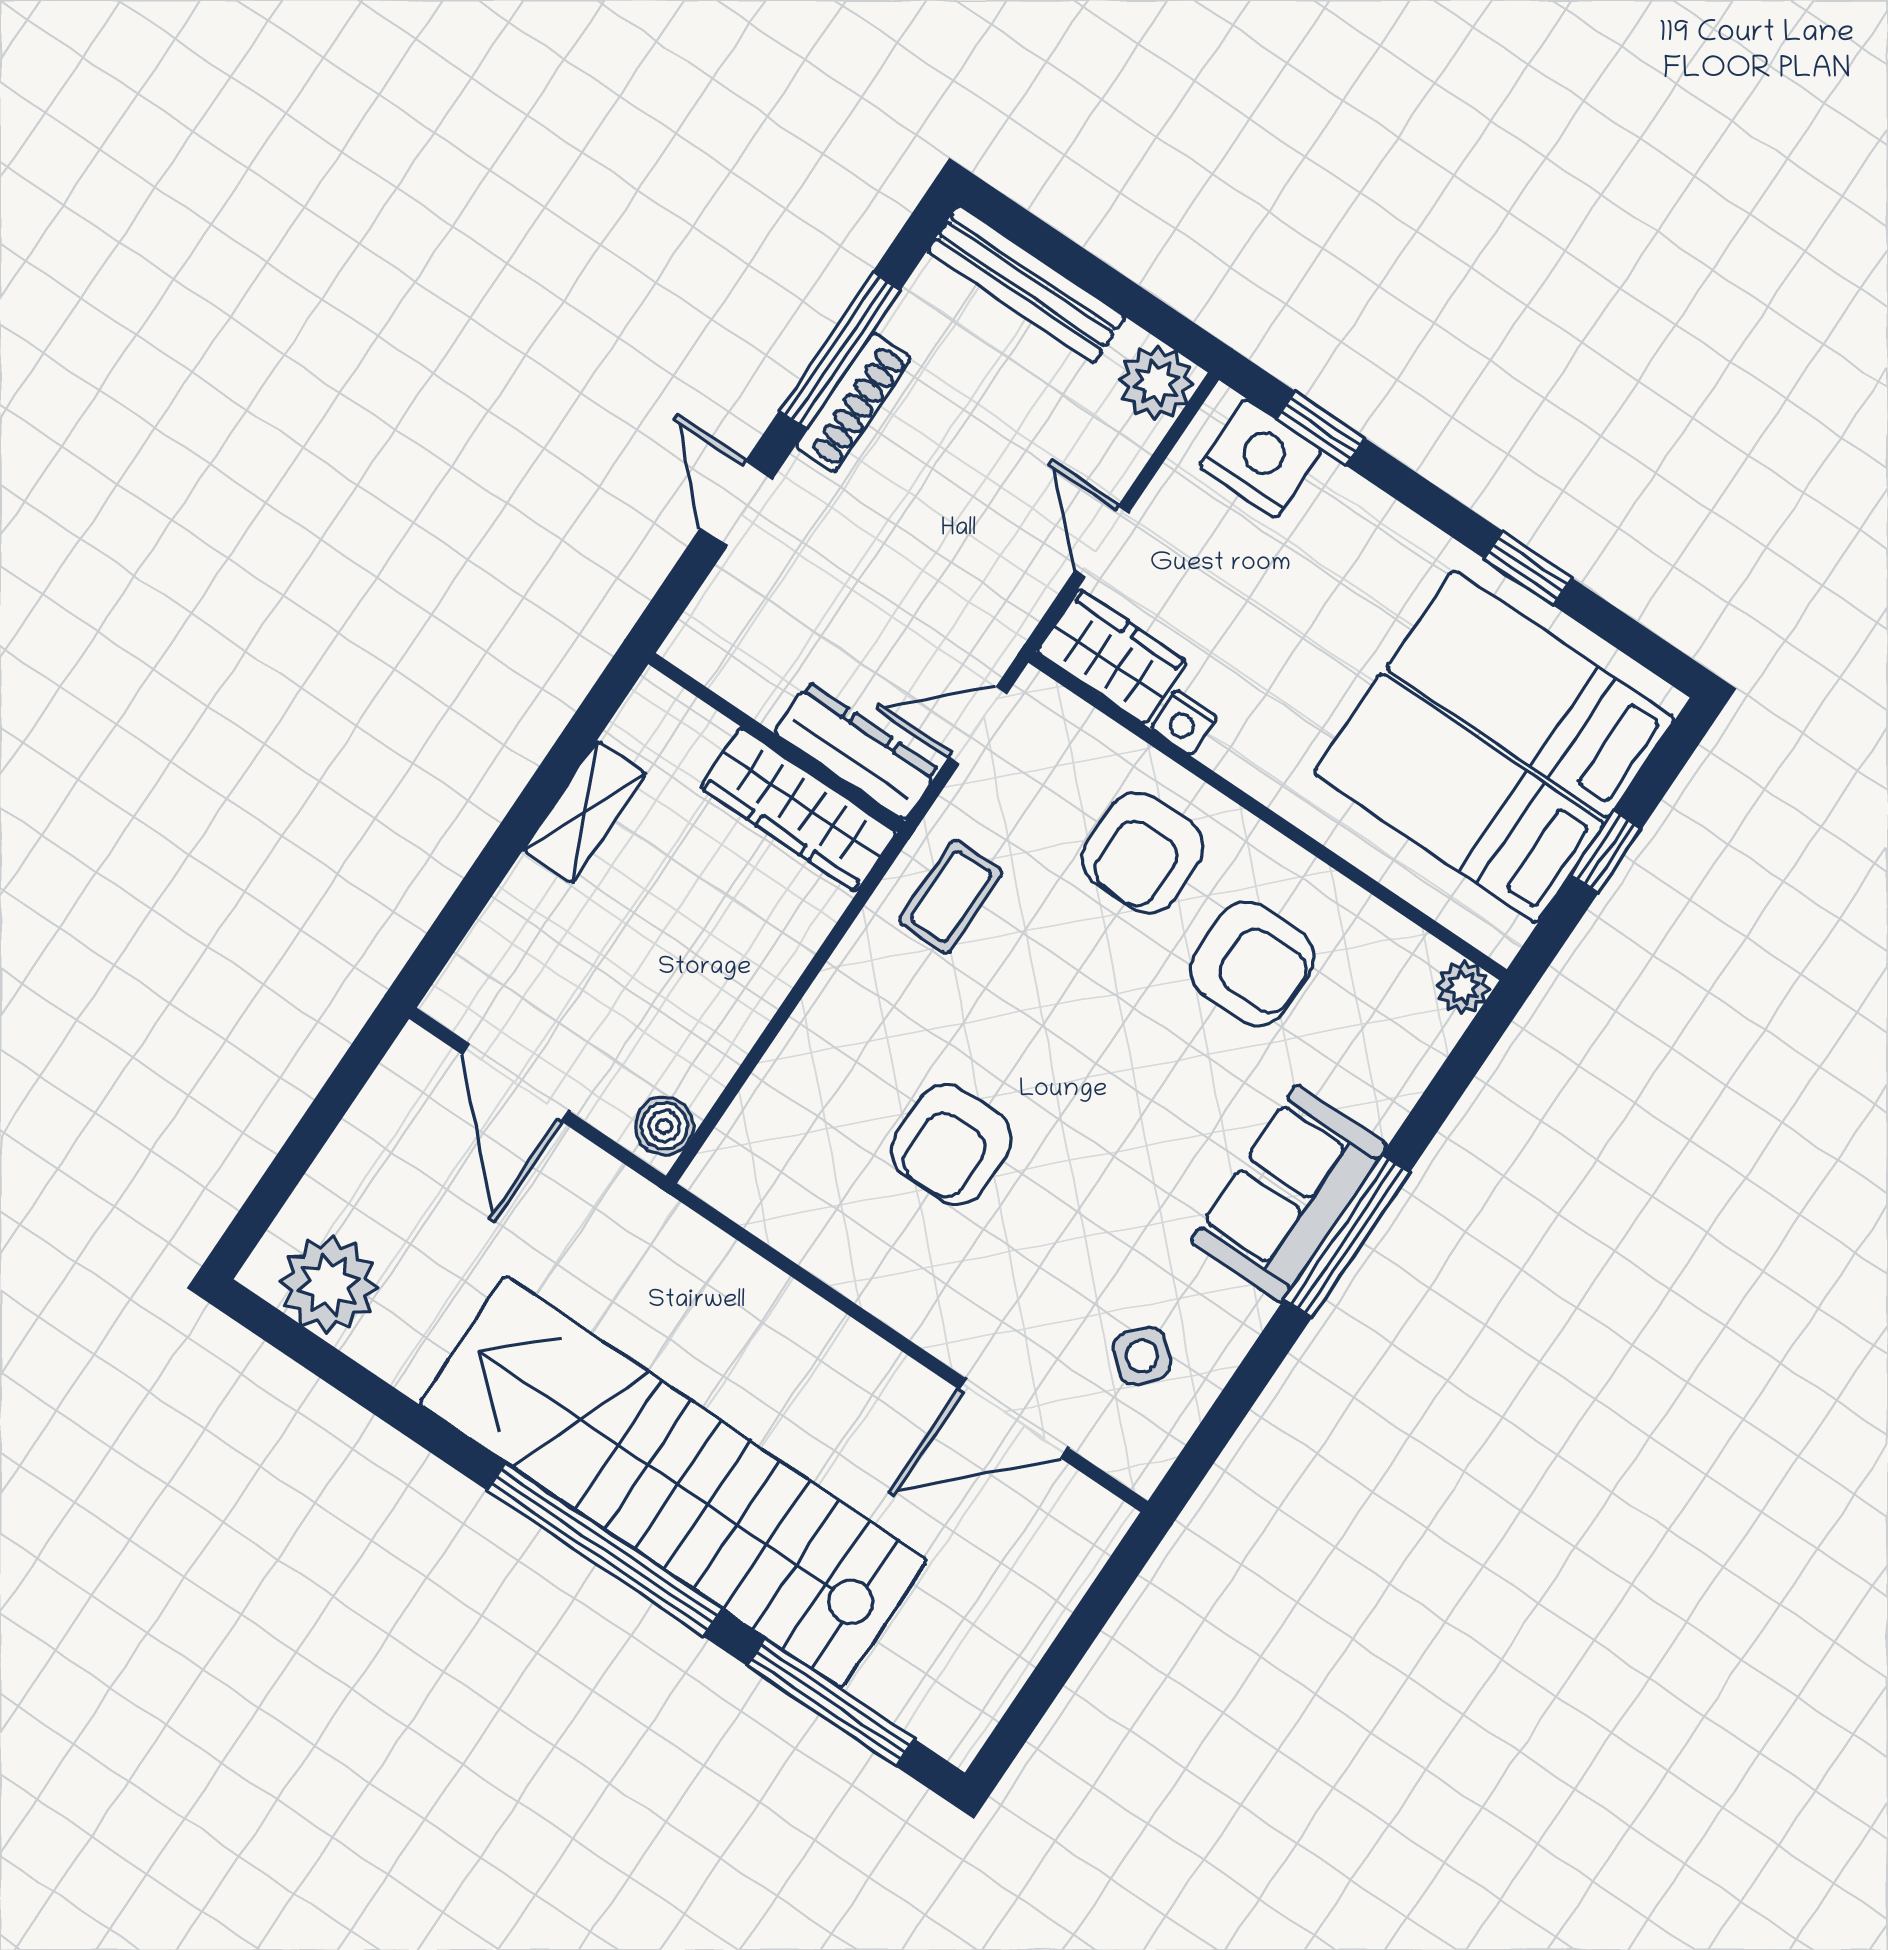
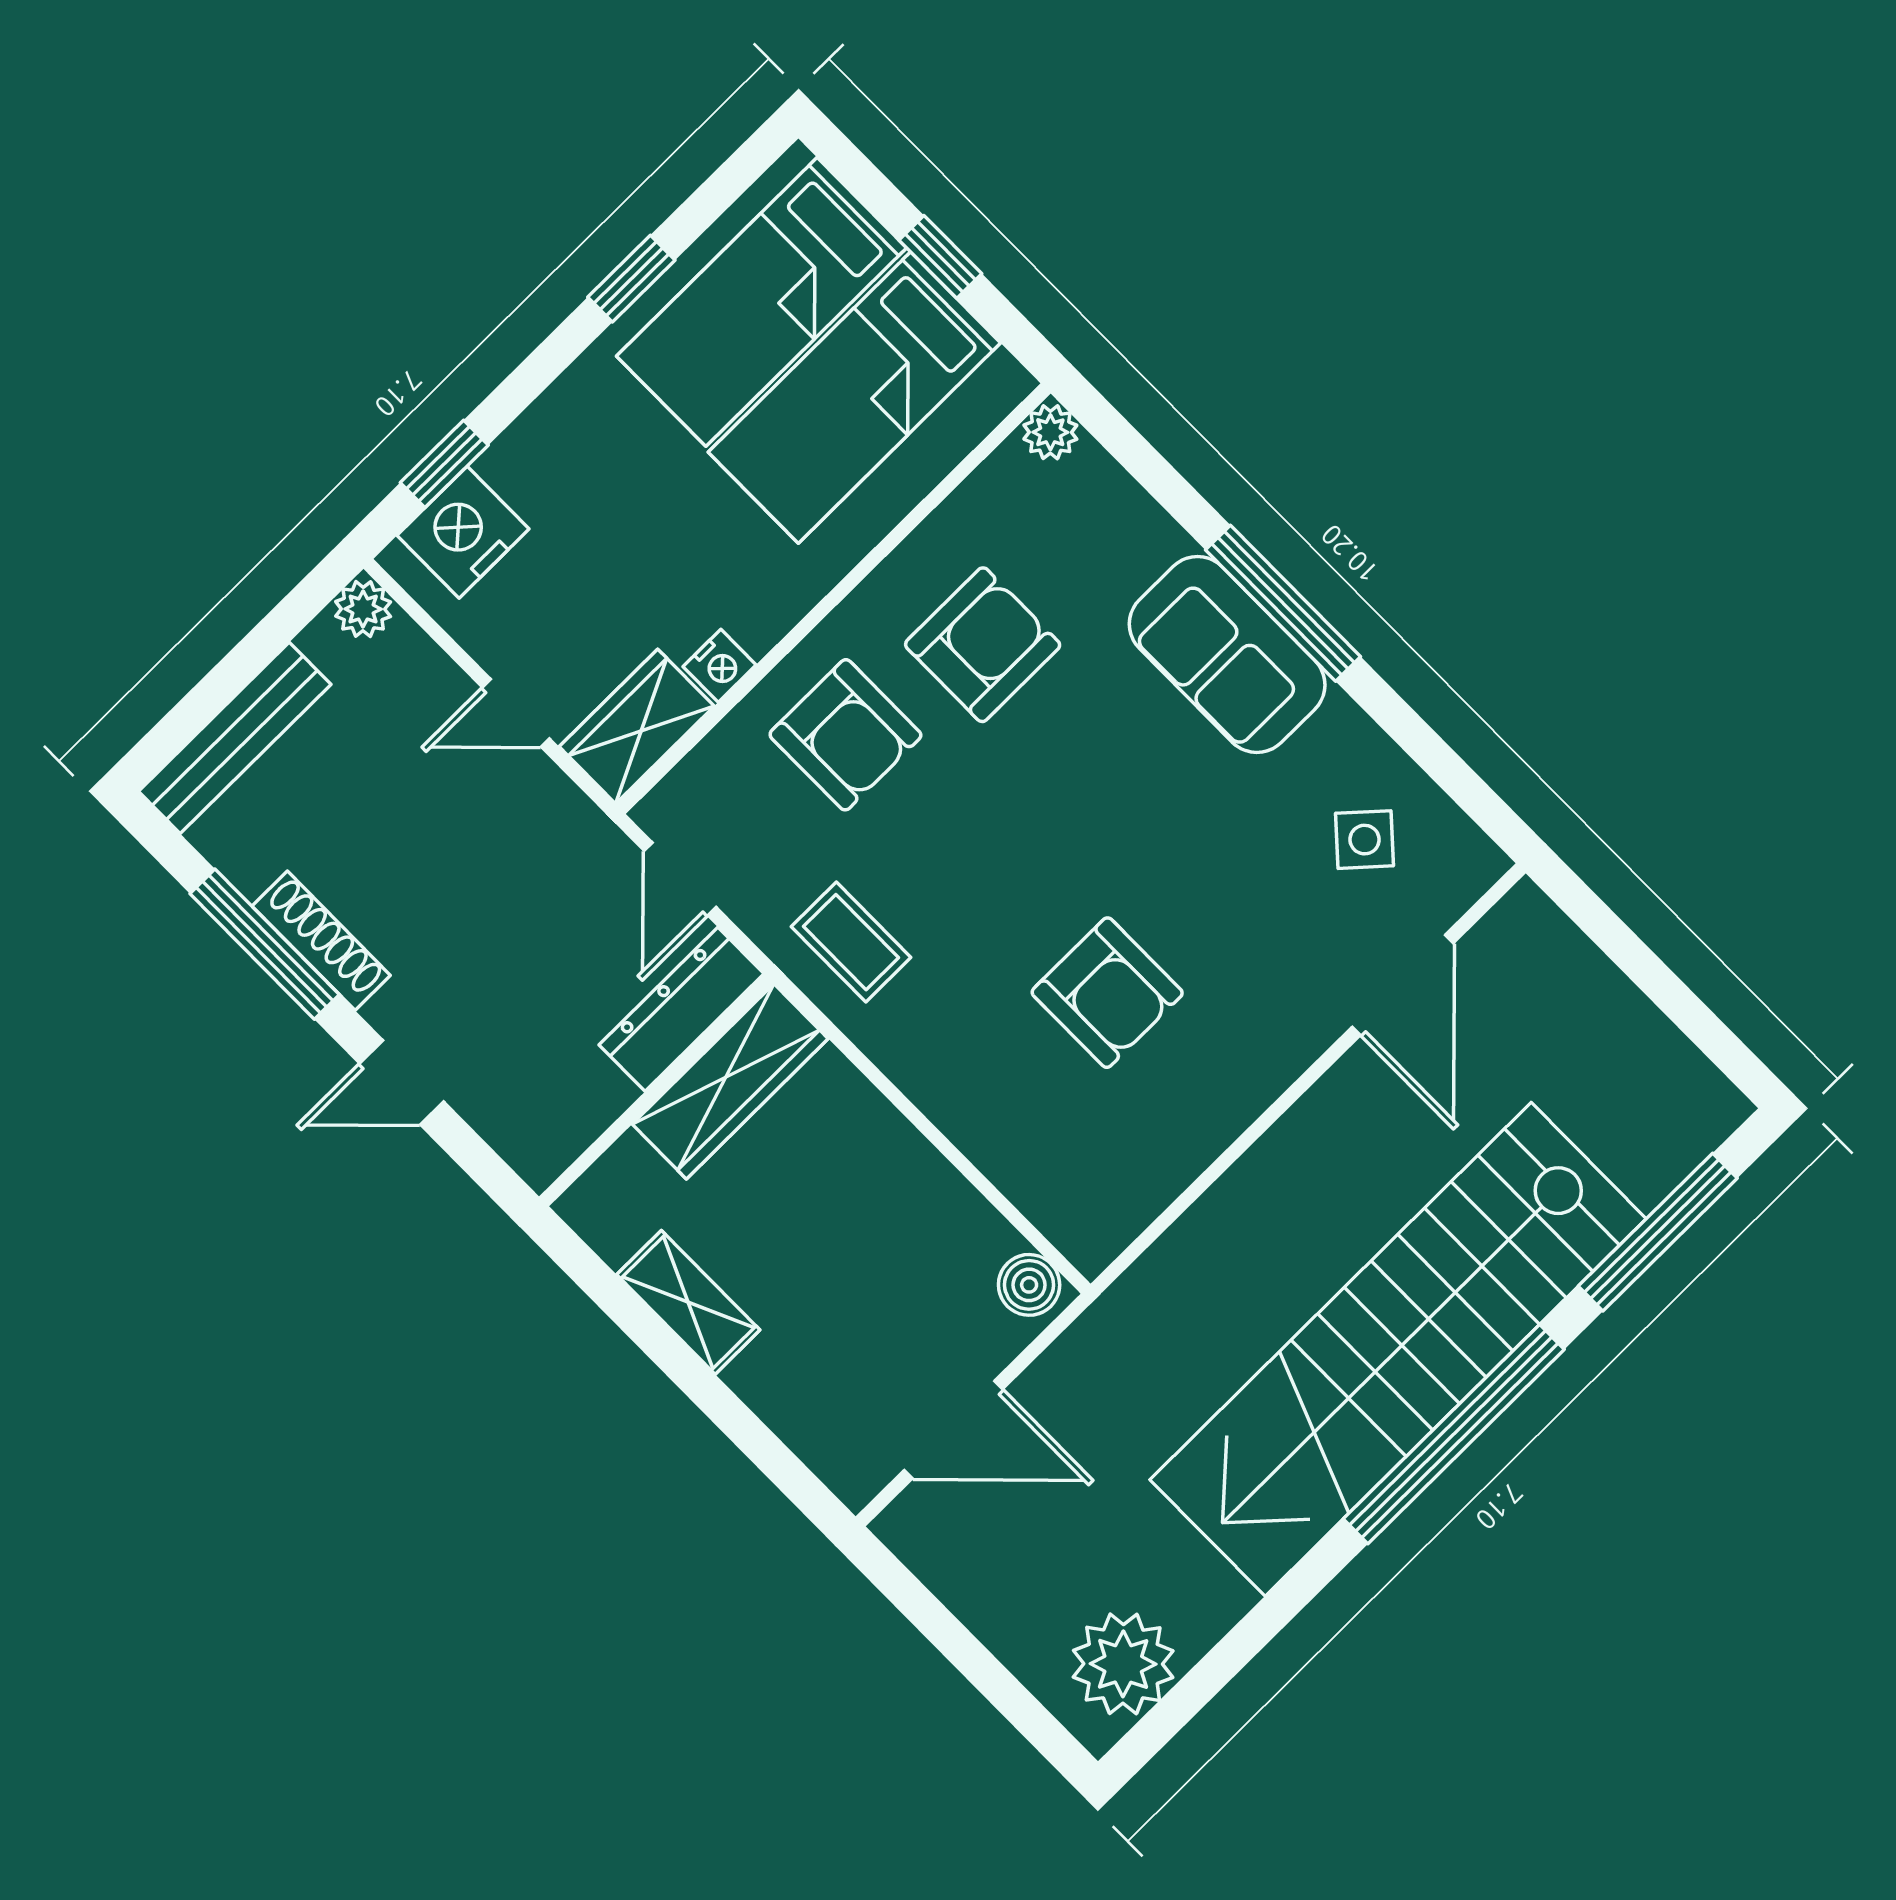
plant: (1156, 382) -> (363, 609), width x0.73, depth x0.73

